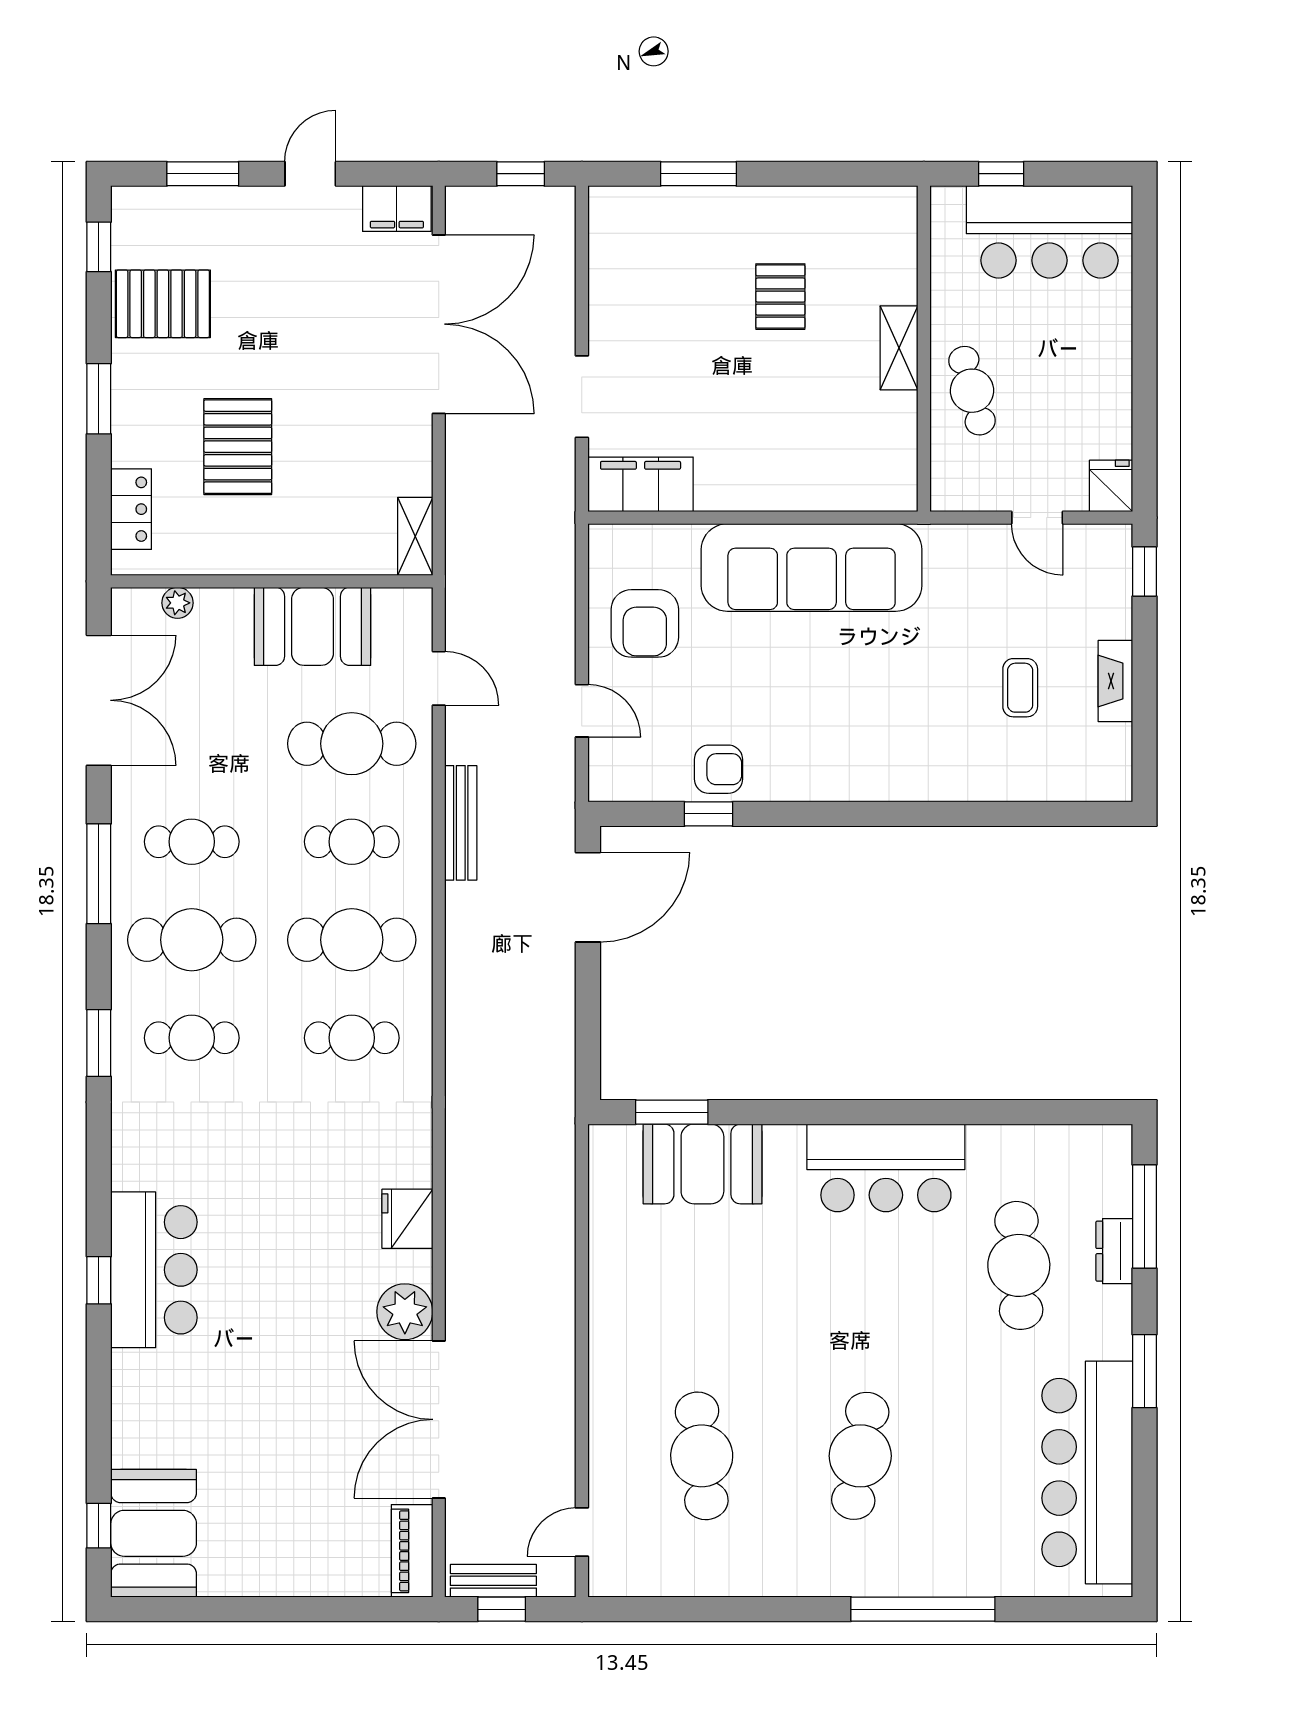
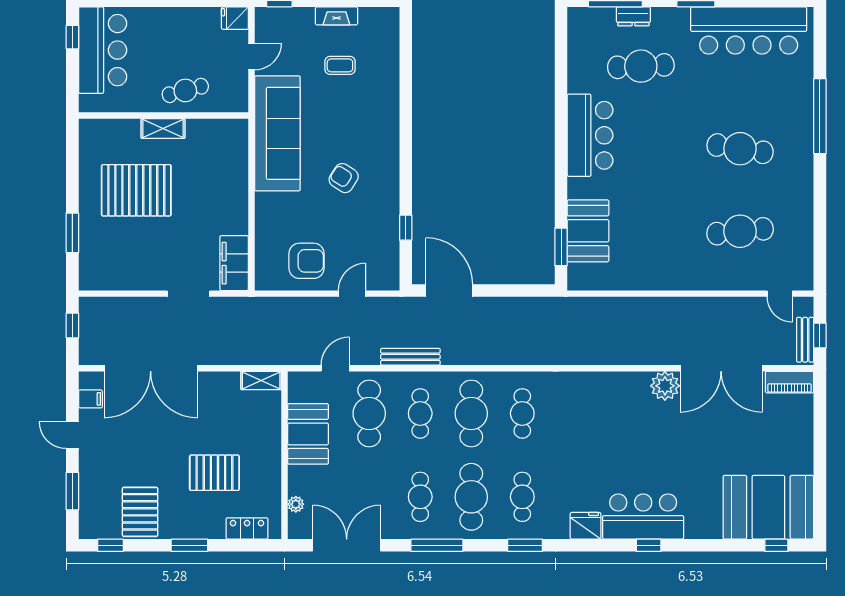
window: (1001, 174) -> (72, 37), moved
filing cabinet: (397, 209) -> (90, 399), width x0.50
pallet: (780, 297) -> (136, 190), width x2.05, depth x2.00
double door: (439, 324) -> (151, 368), swing flipped
sofa: (812, 567) -> (277, 133), moved
armchair: (718, 769) -> (344, 178), moved, turned -57
fridge: (407, 1219) -> (586, 526), moved, turned 180
booth: (154, 1533) -> (768, 507), width x1.36, depth x1.42

